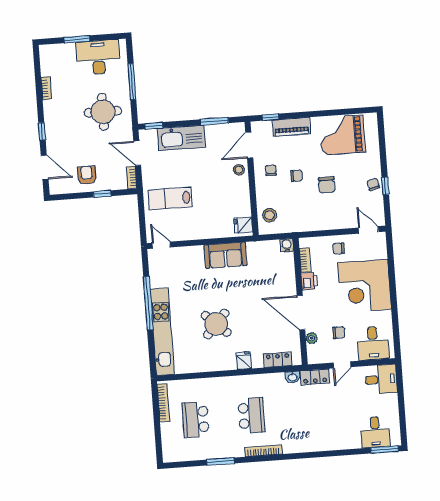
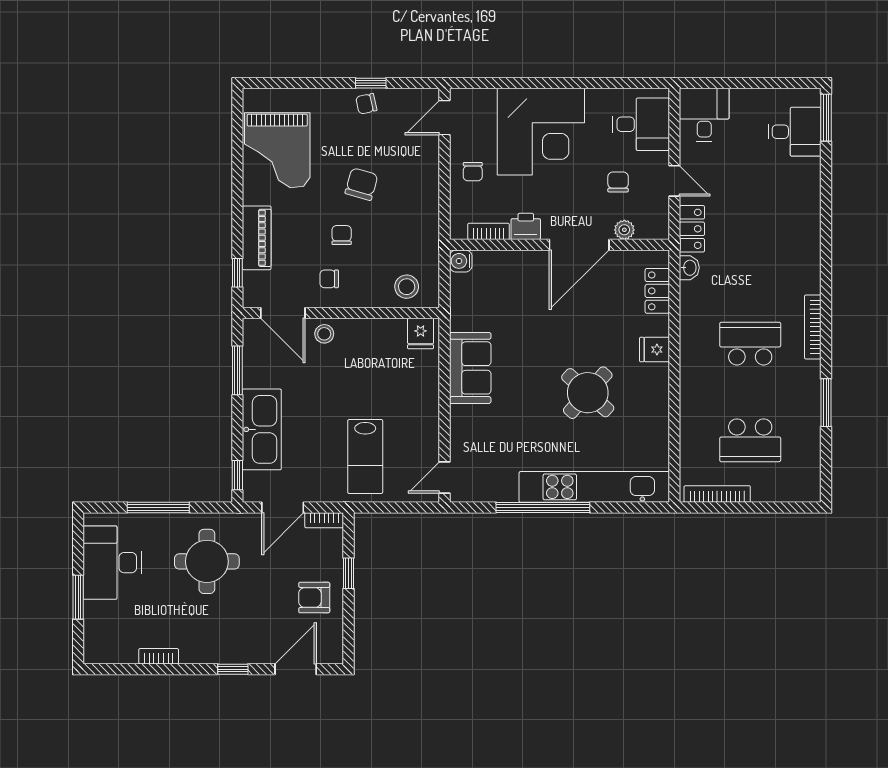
chair: (327, 185) -> (361, 184), turned -74

